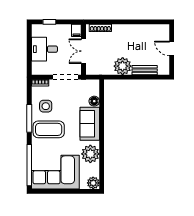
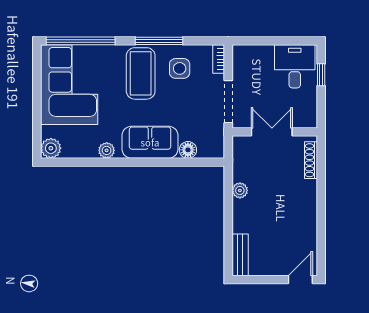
filing cabinet: (76, 30) -> (307, 120), removed
door: (172, 48) -> (300, 280), moved
desk: (44, 49) -> (295, 66), moved
plant: (123, 66) -> (240, 190), width x0.53, depth x0.53
bench: (145, 70) -> (240, 255), moved
plant: (90, 154) -> (107, 150), width x0.53, depth x0.53

